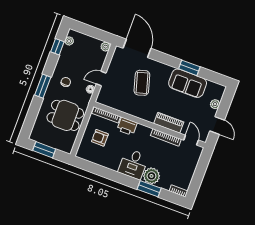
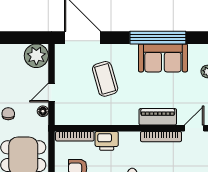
plant: (106, 47) -> (36, 56), width x1.87, depth x1.87
window: (189, 68) -> (158, 38), width x2.11
door: (191, 140) -> (194, 128), hinge flipped

